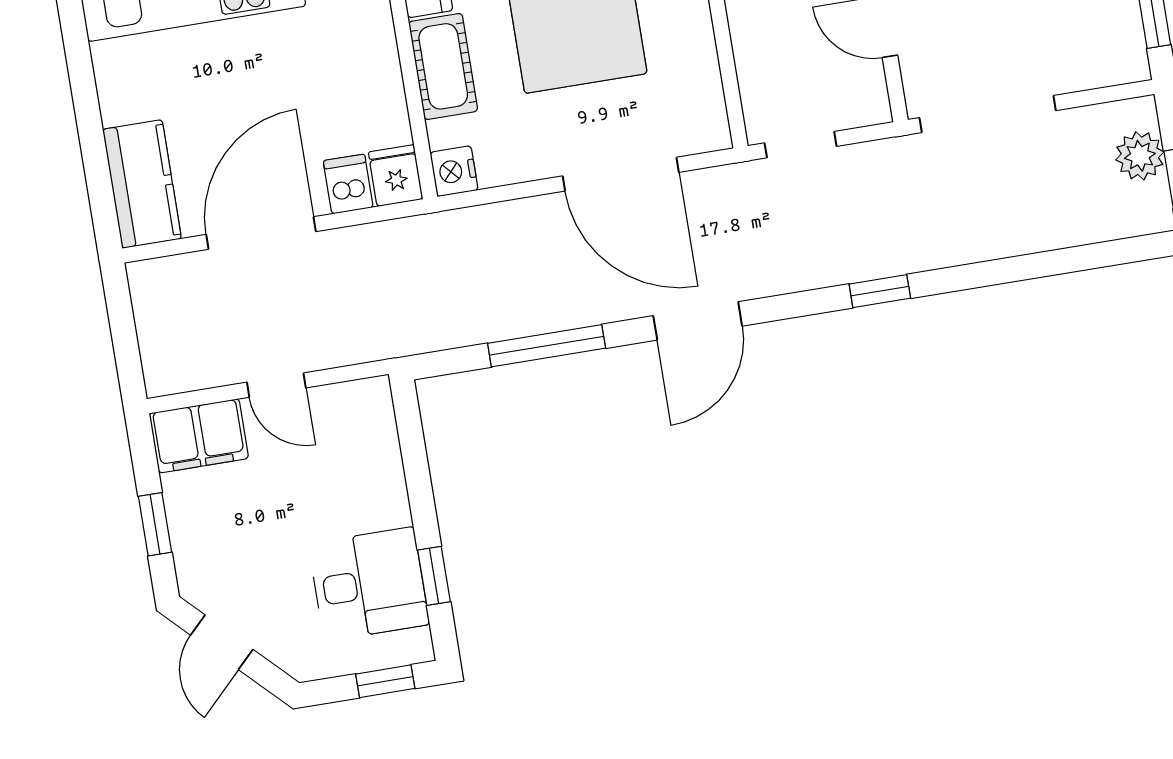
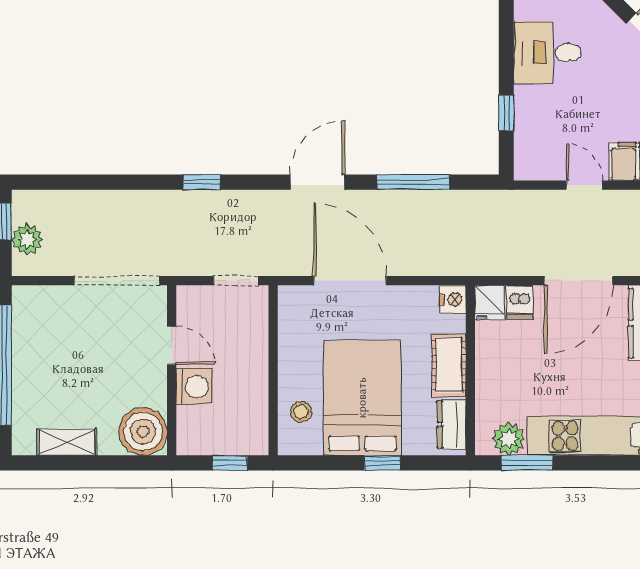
window: (434, 576) -> (506, 113), moved

